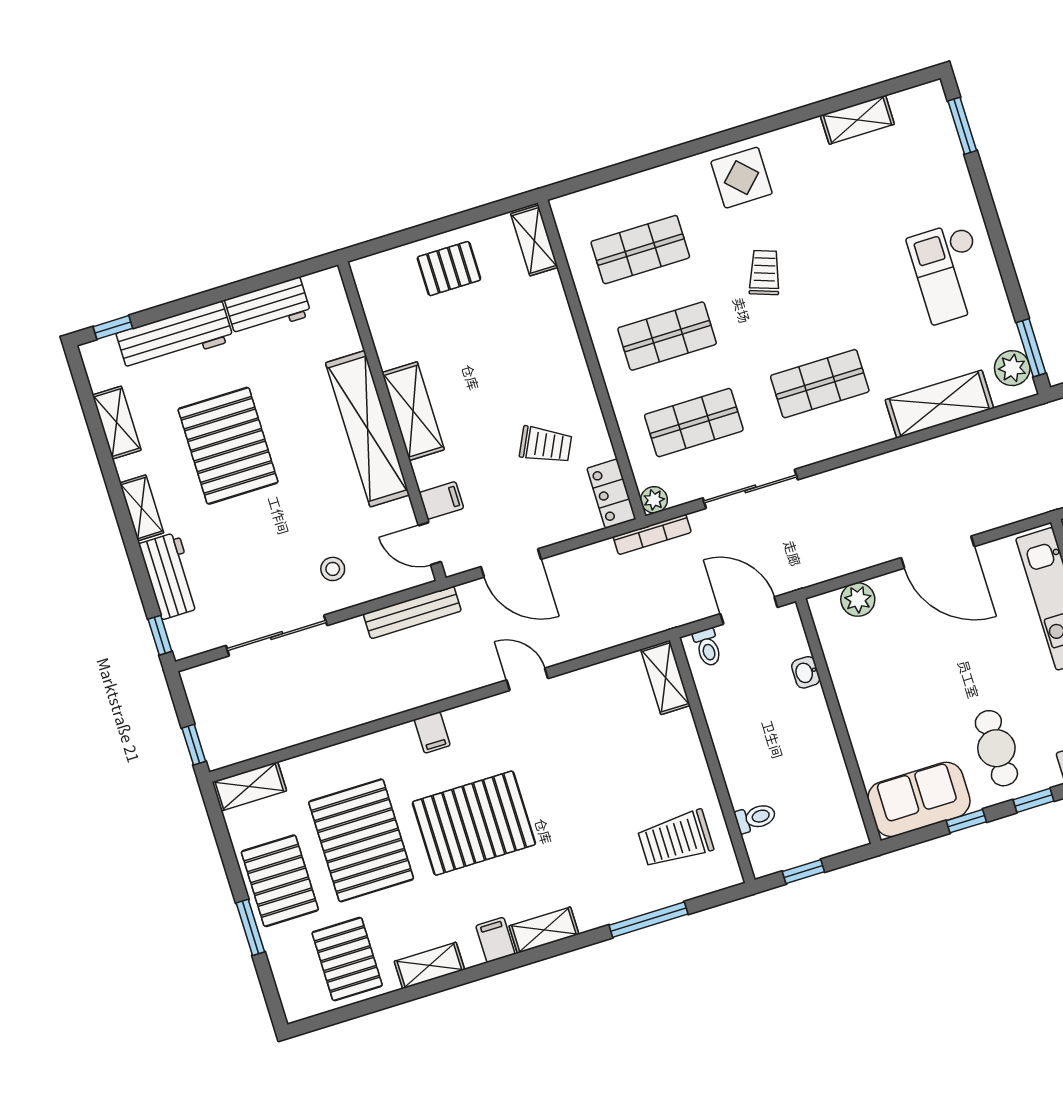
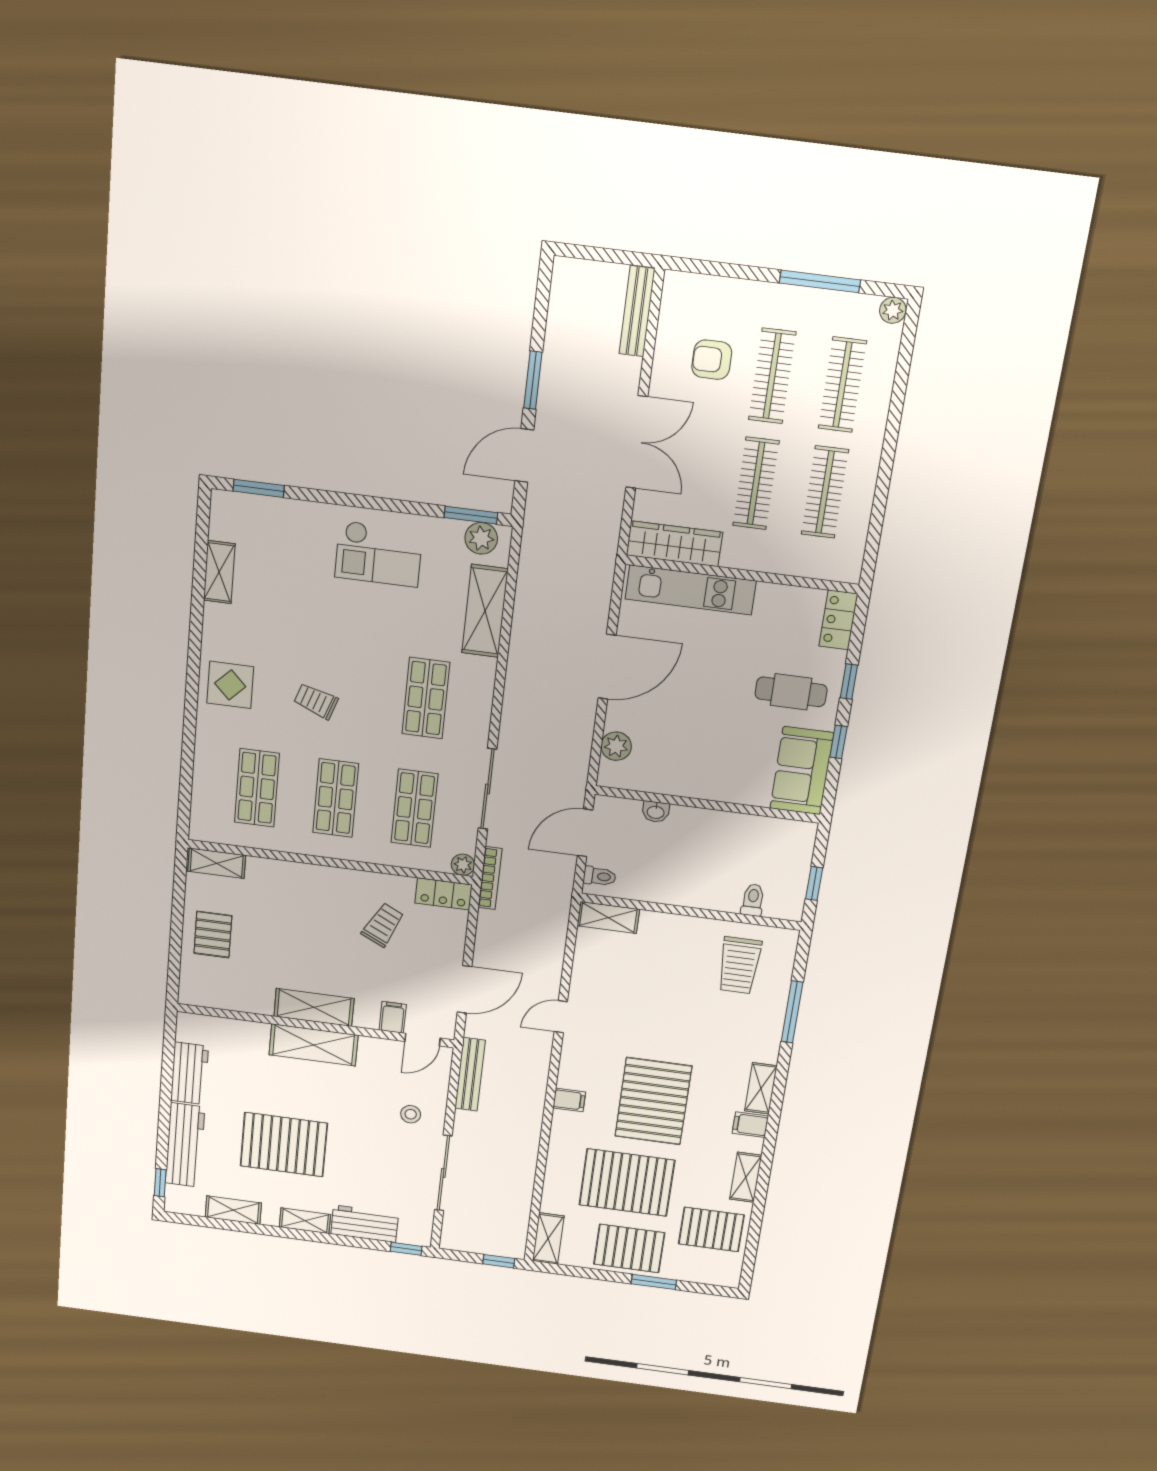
shelving: (367, 429) -> (313, 1045), width x0.68

